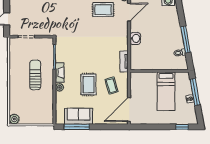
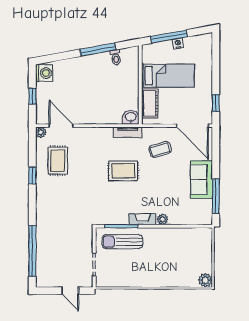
washbasin: (135, 38) -> (131, 117), moved
sun lounger: (35, 75) -> (122, 242), moved
cot: (146, 78) -> (150, 103), added
rug: (88, 84) -> (123, 171), moved
sofa: (79, 116) -> (201, 180), moved
window: (182, 127) -> (216, 103), moved

